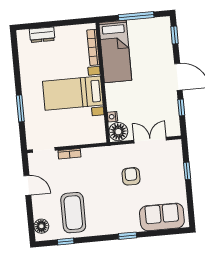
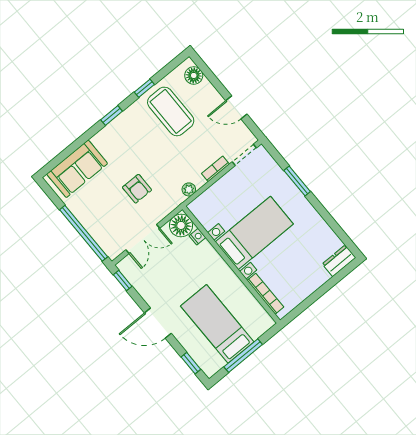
dresser: (42, 35) -> (339, 261), moved
bed: (115, 51) -> (217, 324), moved
window: (181, 108) -> (123, 280), moved
plant: (97, 152) -> (189, 189), added
window: (187, 171) -> (84, 233), width x3.17
window: (128, 236) -> (112, 115), moved
window: (66, 241) -> (144, 88), moved

